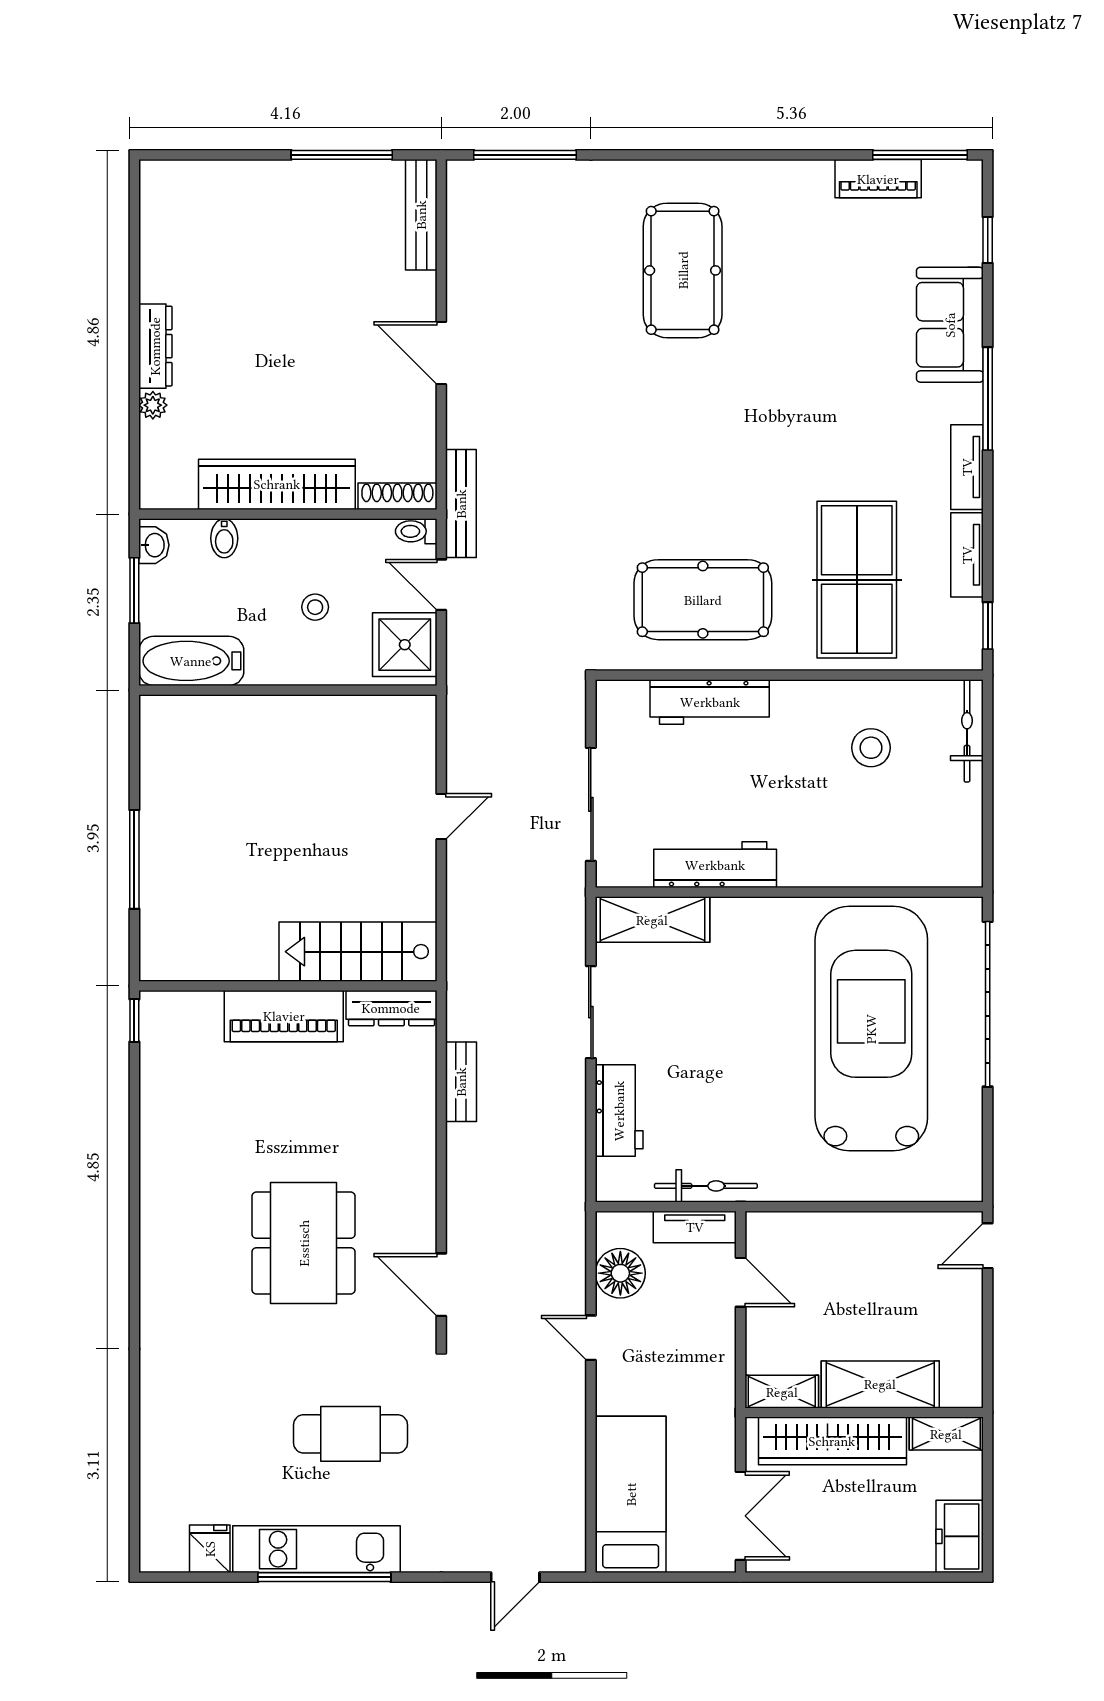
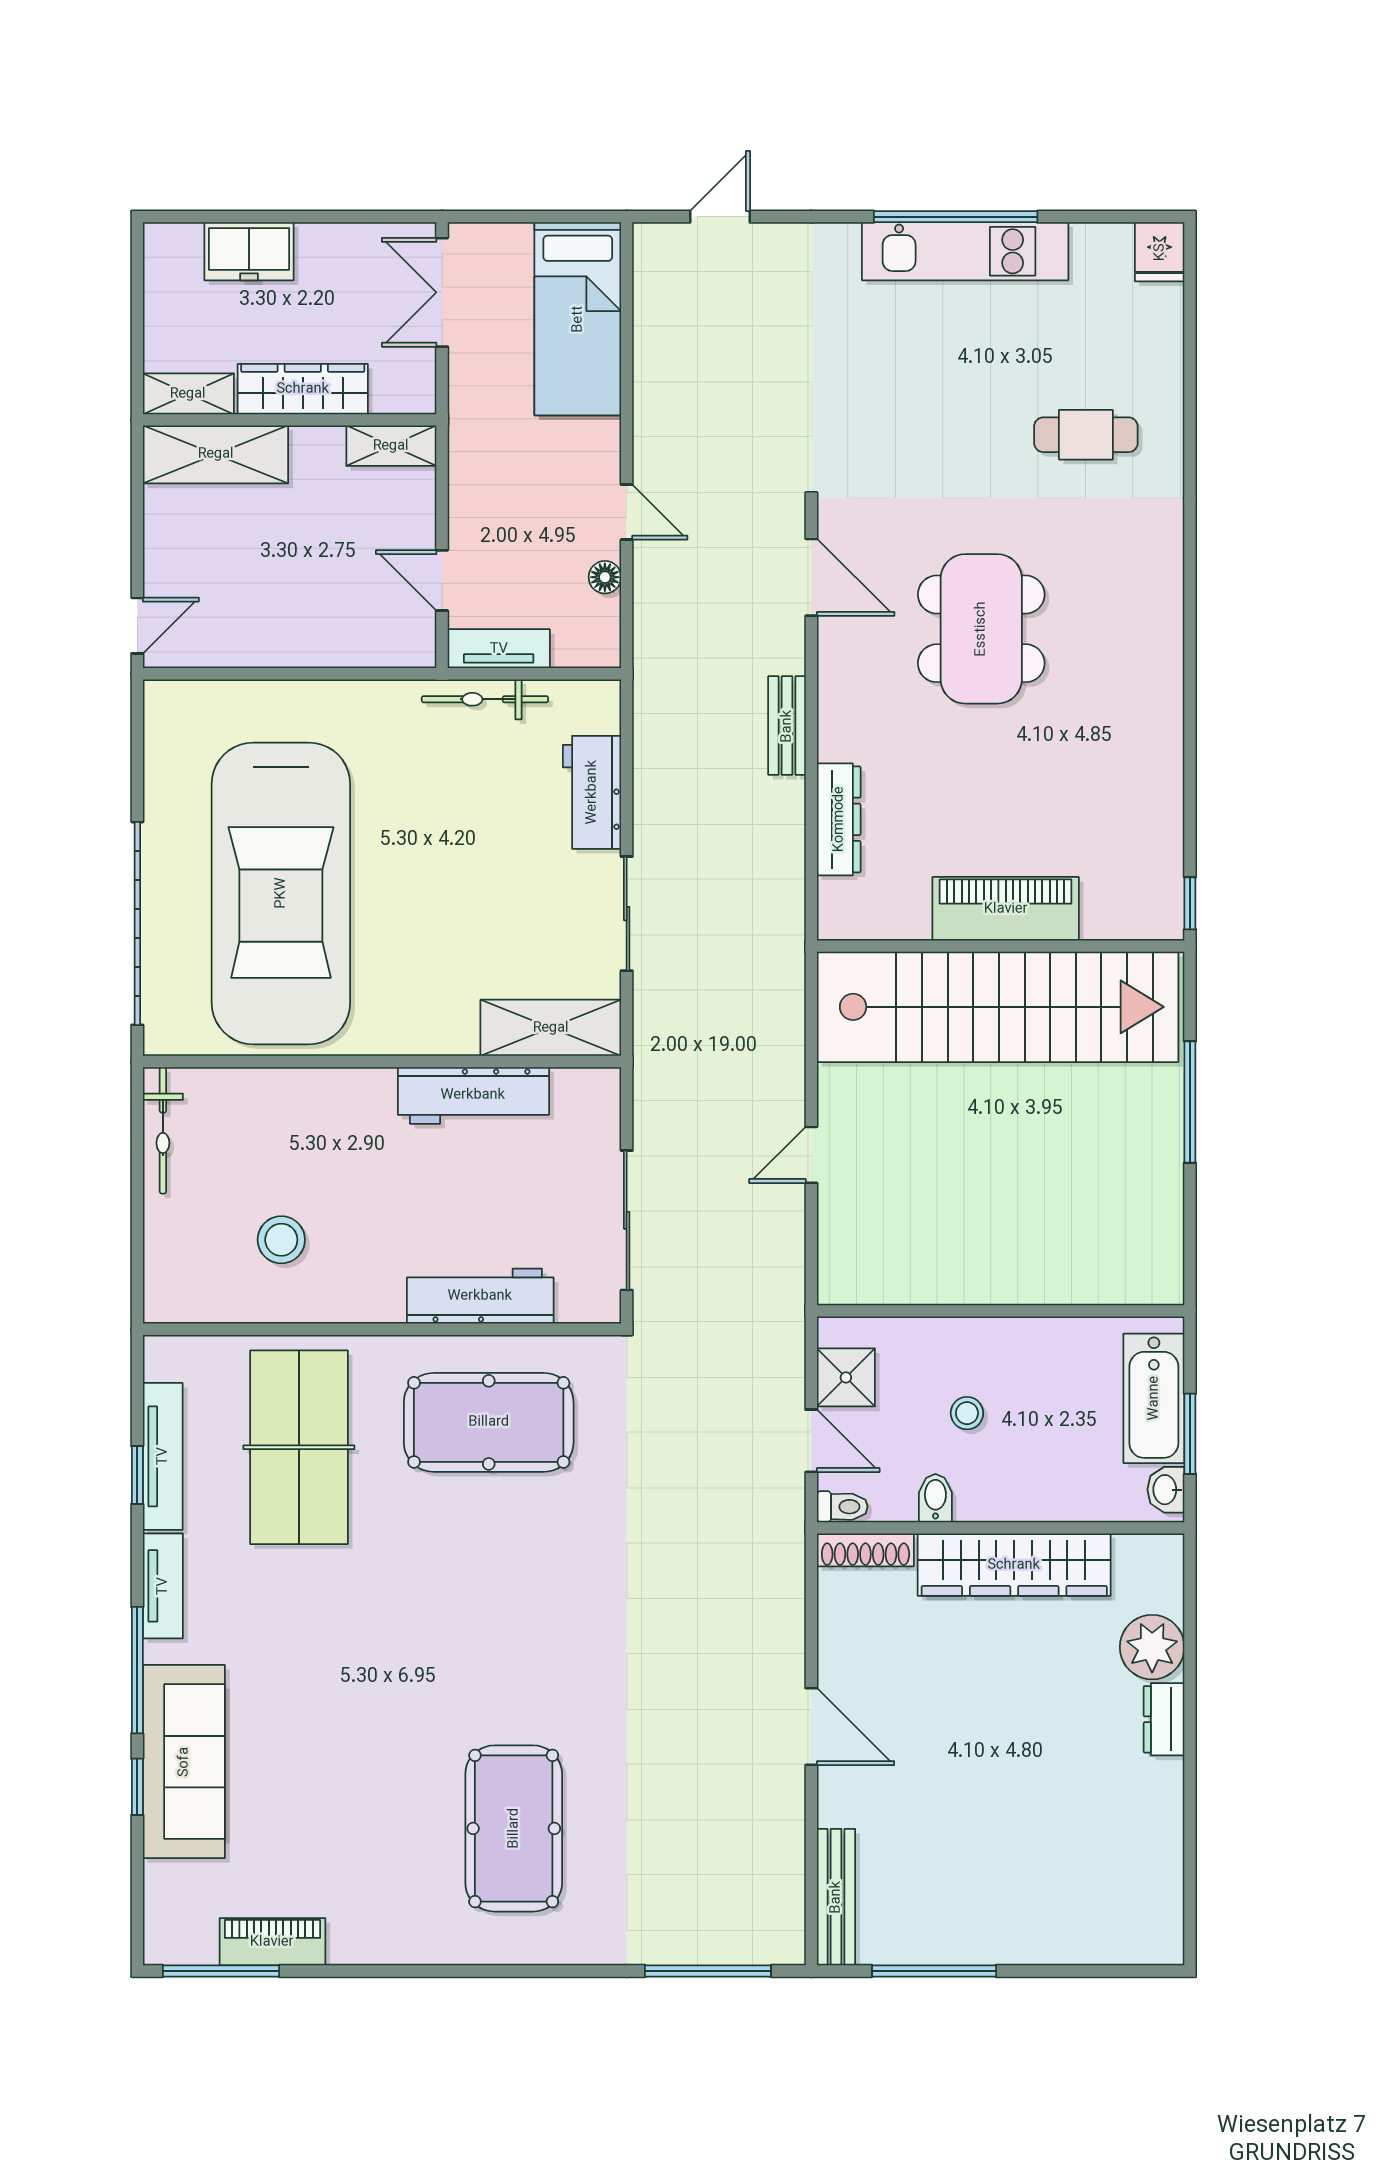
window: (988, 240) -> (137, 1787), moved
sofa: (950, 325) -> (184, 1762), width x1.36
dresser: (155, 346) -> (1164, 1719), width x0.70
plant: (153, 405) -> (1152, 1647), width x1.87, depth x1.87
bench: (461, 504) -> (787, 1541), removed
bidet: (224, 538) -> (935, 1498), moved
tv unit: (967, 555) -> (163, 1456), width x1.41
window: (988, 626) -> (137, 1475), moved
shower: (405, 645) -> (846, 1377), width x0.73, depth x0.73
bathtub: (191, 661) -> (1154, 1398), moved, turned 90
bicycle: (967, 731) -> (163, 1130), moved
sliding door: (591, 804) -> (627, 1220), moved
stairs: (358, 952) -> (998, 1007), width x1.86, depth x1.51
dresser: (391, 1008) -> (839, 819), moved, turned 90
bench: (461, 1082) -> (787, 726), moved
floor lamp: (620, 1273) -> (605, 577), width x0.53, depth x0.53
shelving: (880, 1384) -> (216, 454), moved
cafe table: (351, 1434) -> (1086, 435), moved, width x0.73, depth x0.74
wardrobe: (832, 1441) -> (303, 389), width x0.71, depth x0.85
freezer: (960, 1536) -> (249, 251), moved, turned 90
fridge: (210, 1549) -> (1160, 252), moved

